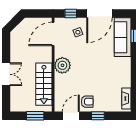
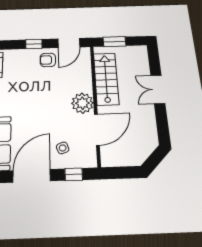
door: (53, 34) -> (97, 129), moved

